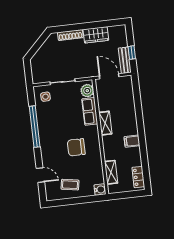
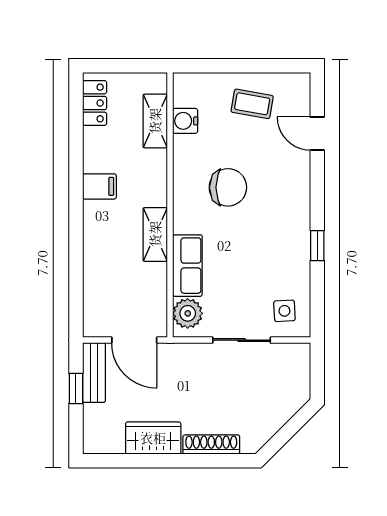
window: (35, 127) -> (317, 246), width x0.32
water cooler: (100, 190) -> (185, 121), moved

